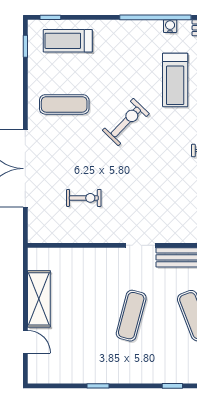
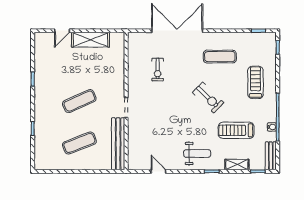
treadmill: (68, 41) -> (255, 82), moved
exercise mat: (64, 104) -> (220, 57), turned 90
exercise mat: (131, 316) -> (79, 101), turned -39

